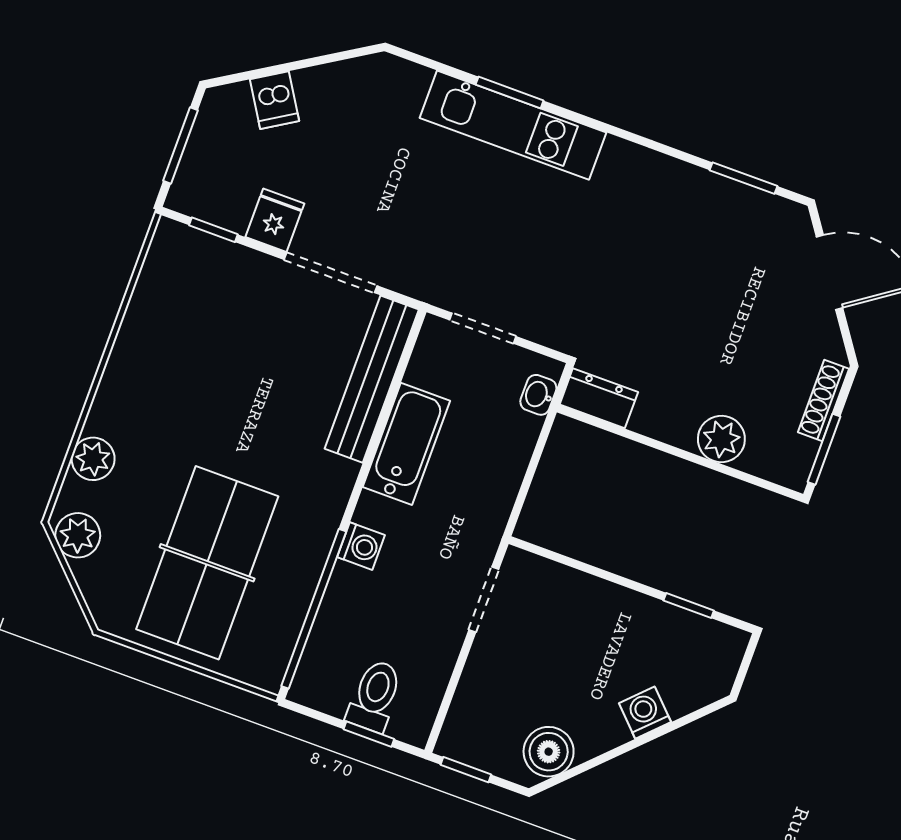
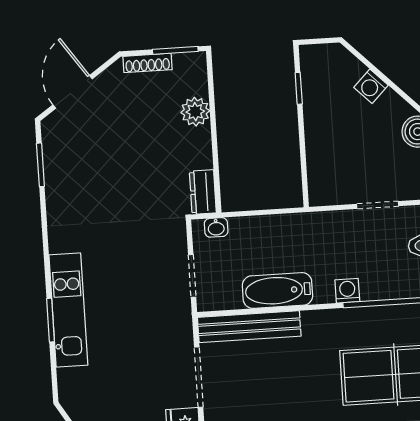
doorway: (484, 600) -> (378, 205), moved

